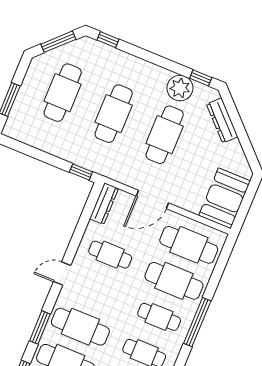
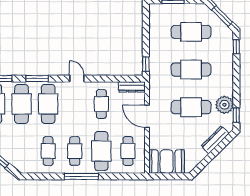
cafe table: (189, 245) -> (128, 151), width x0.73, depth x0.74

